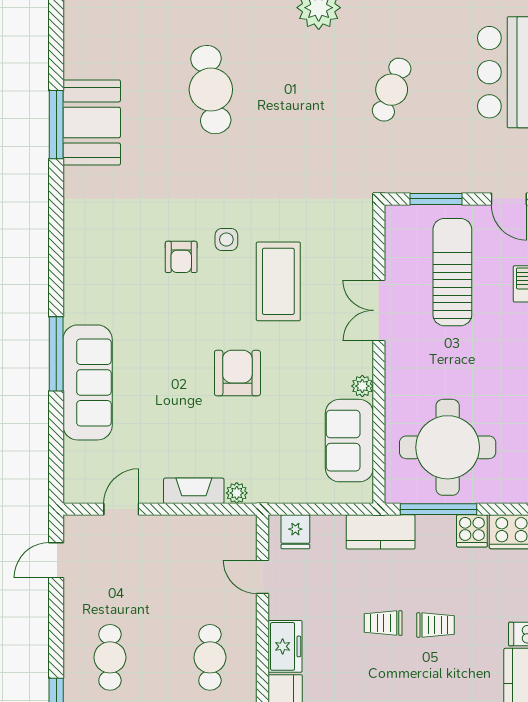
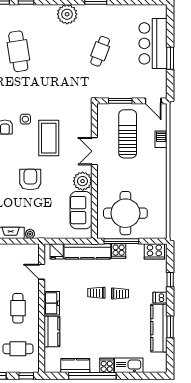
plant: (362, 386) -> (83, 181), width x1.88, depth x1.88
cooker: (472, 531) -> (119, 251), moved
kitchen counter: (381, 532) -> (87, 251), width x1.50

